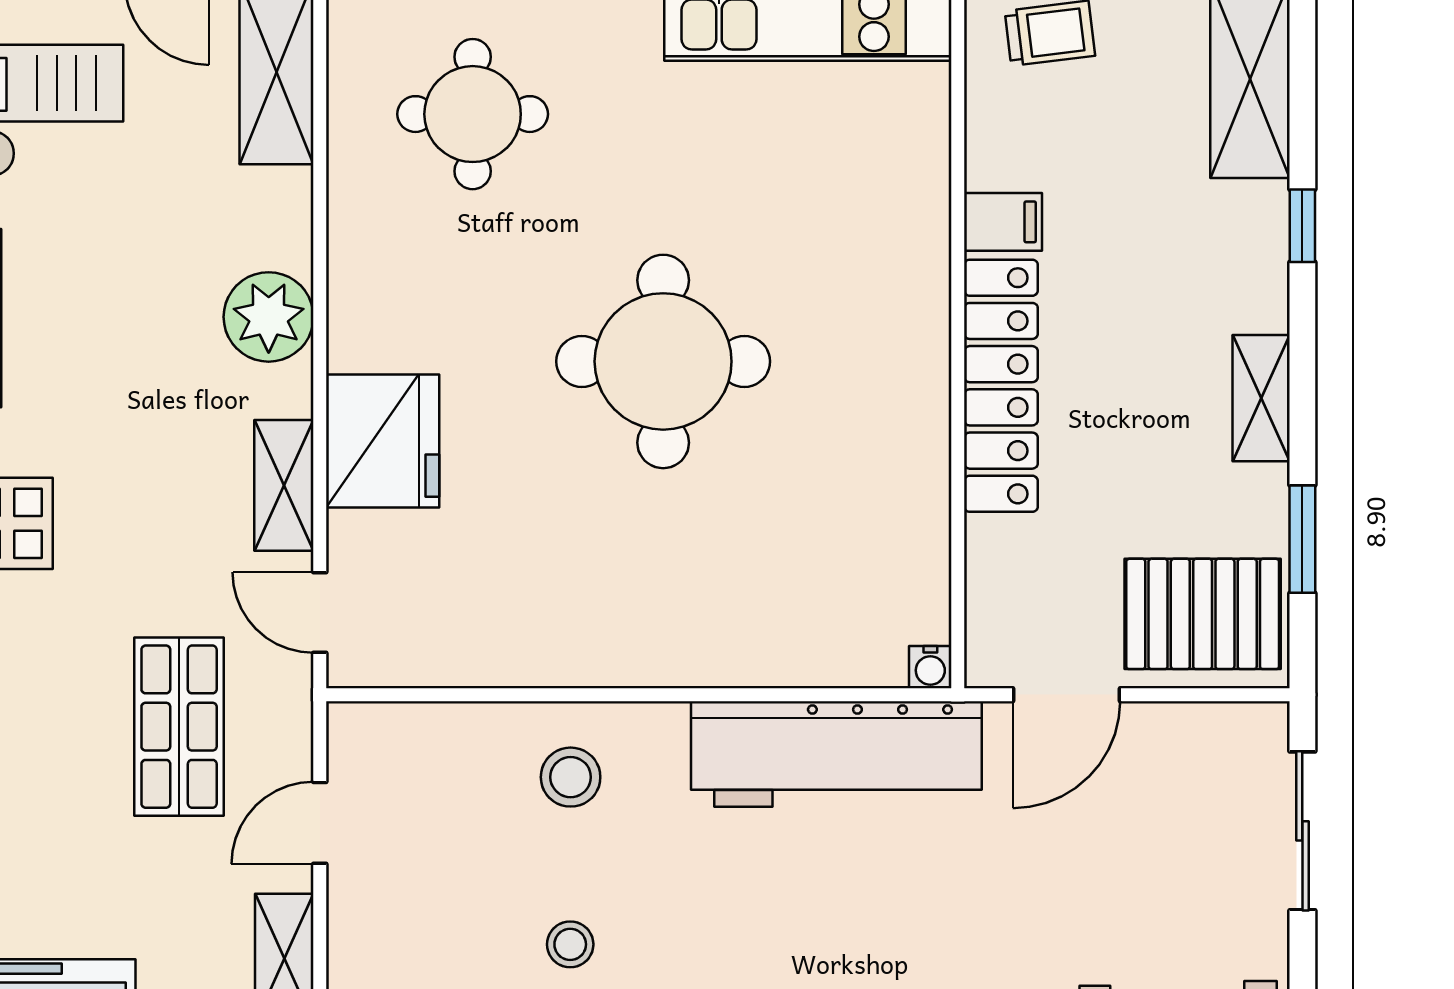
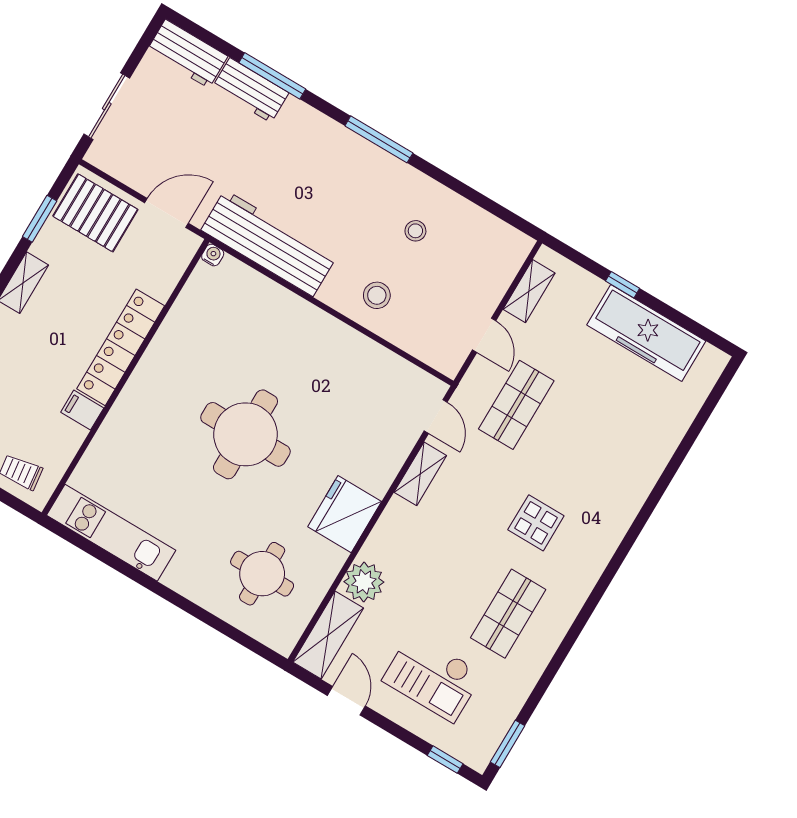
plant: (269, 317) -> (364, 582), moved
fridge: (383, 441) -> (345, 514), moved
door: (320, 823) -> (484, 335), hinge flipped

